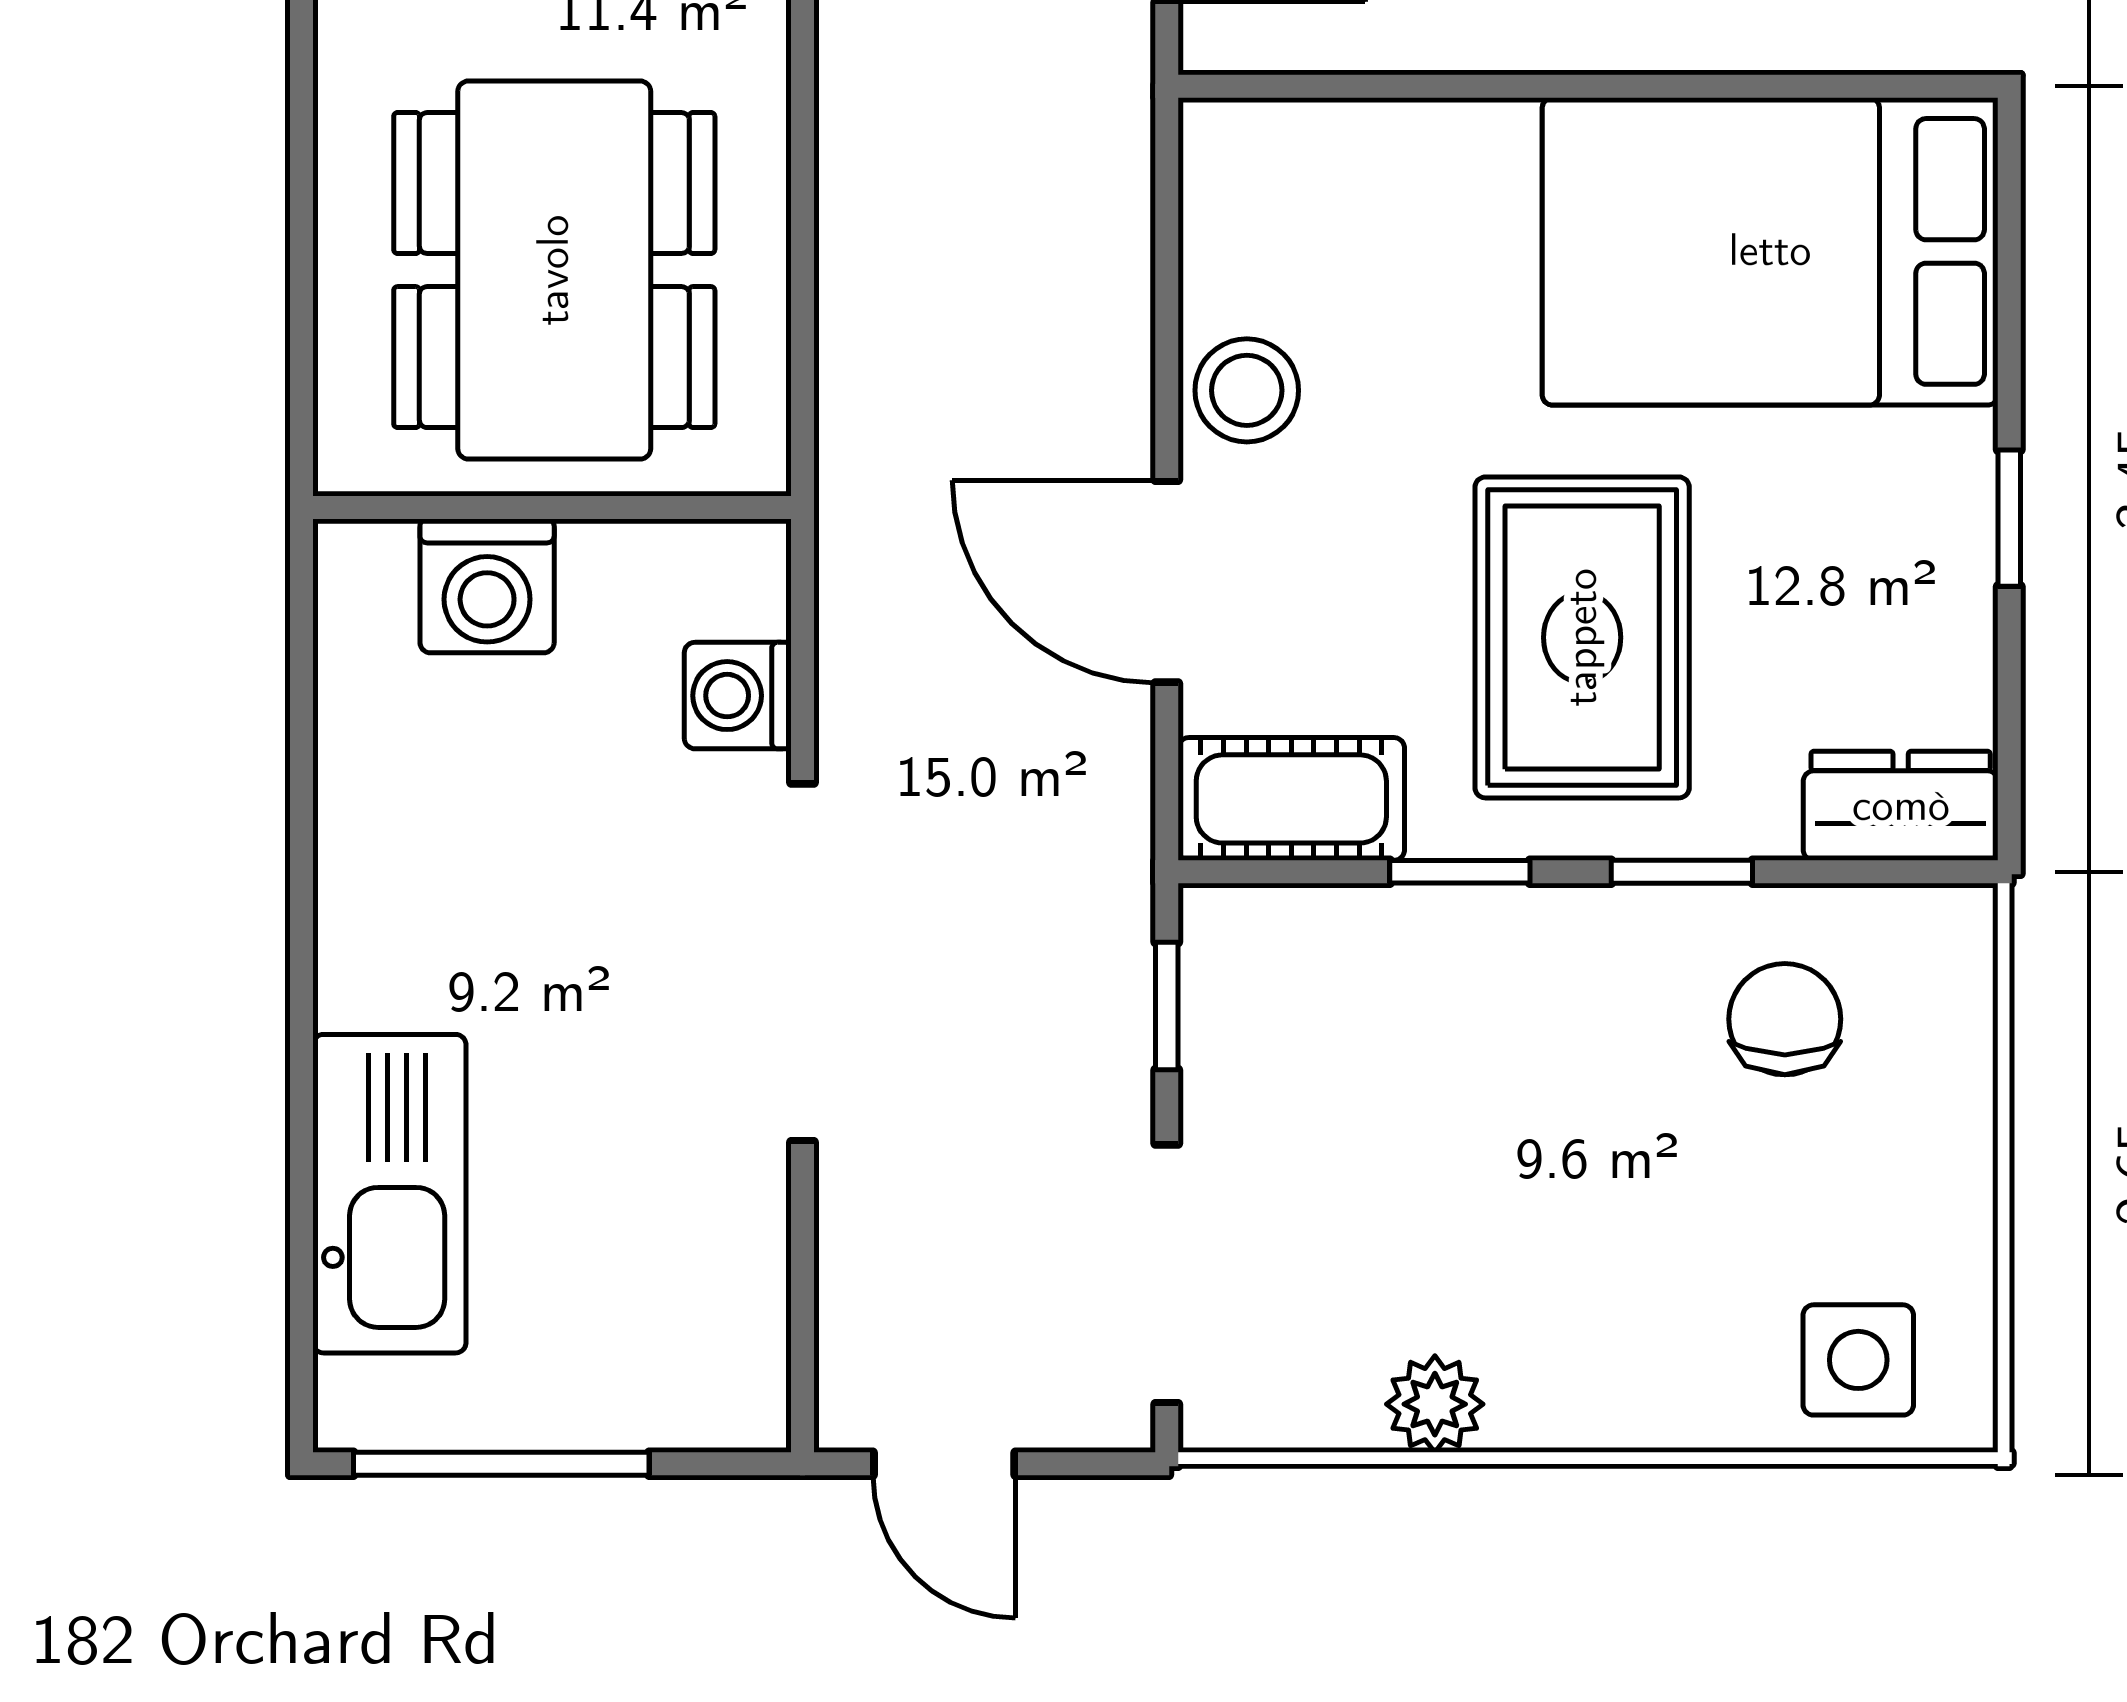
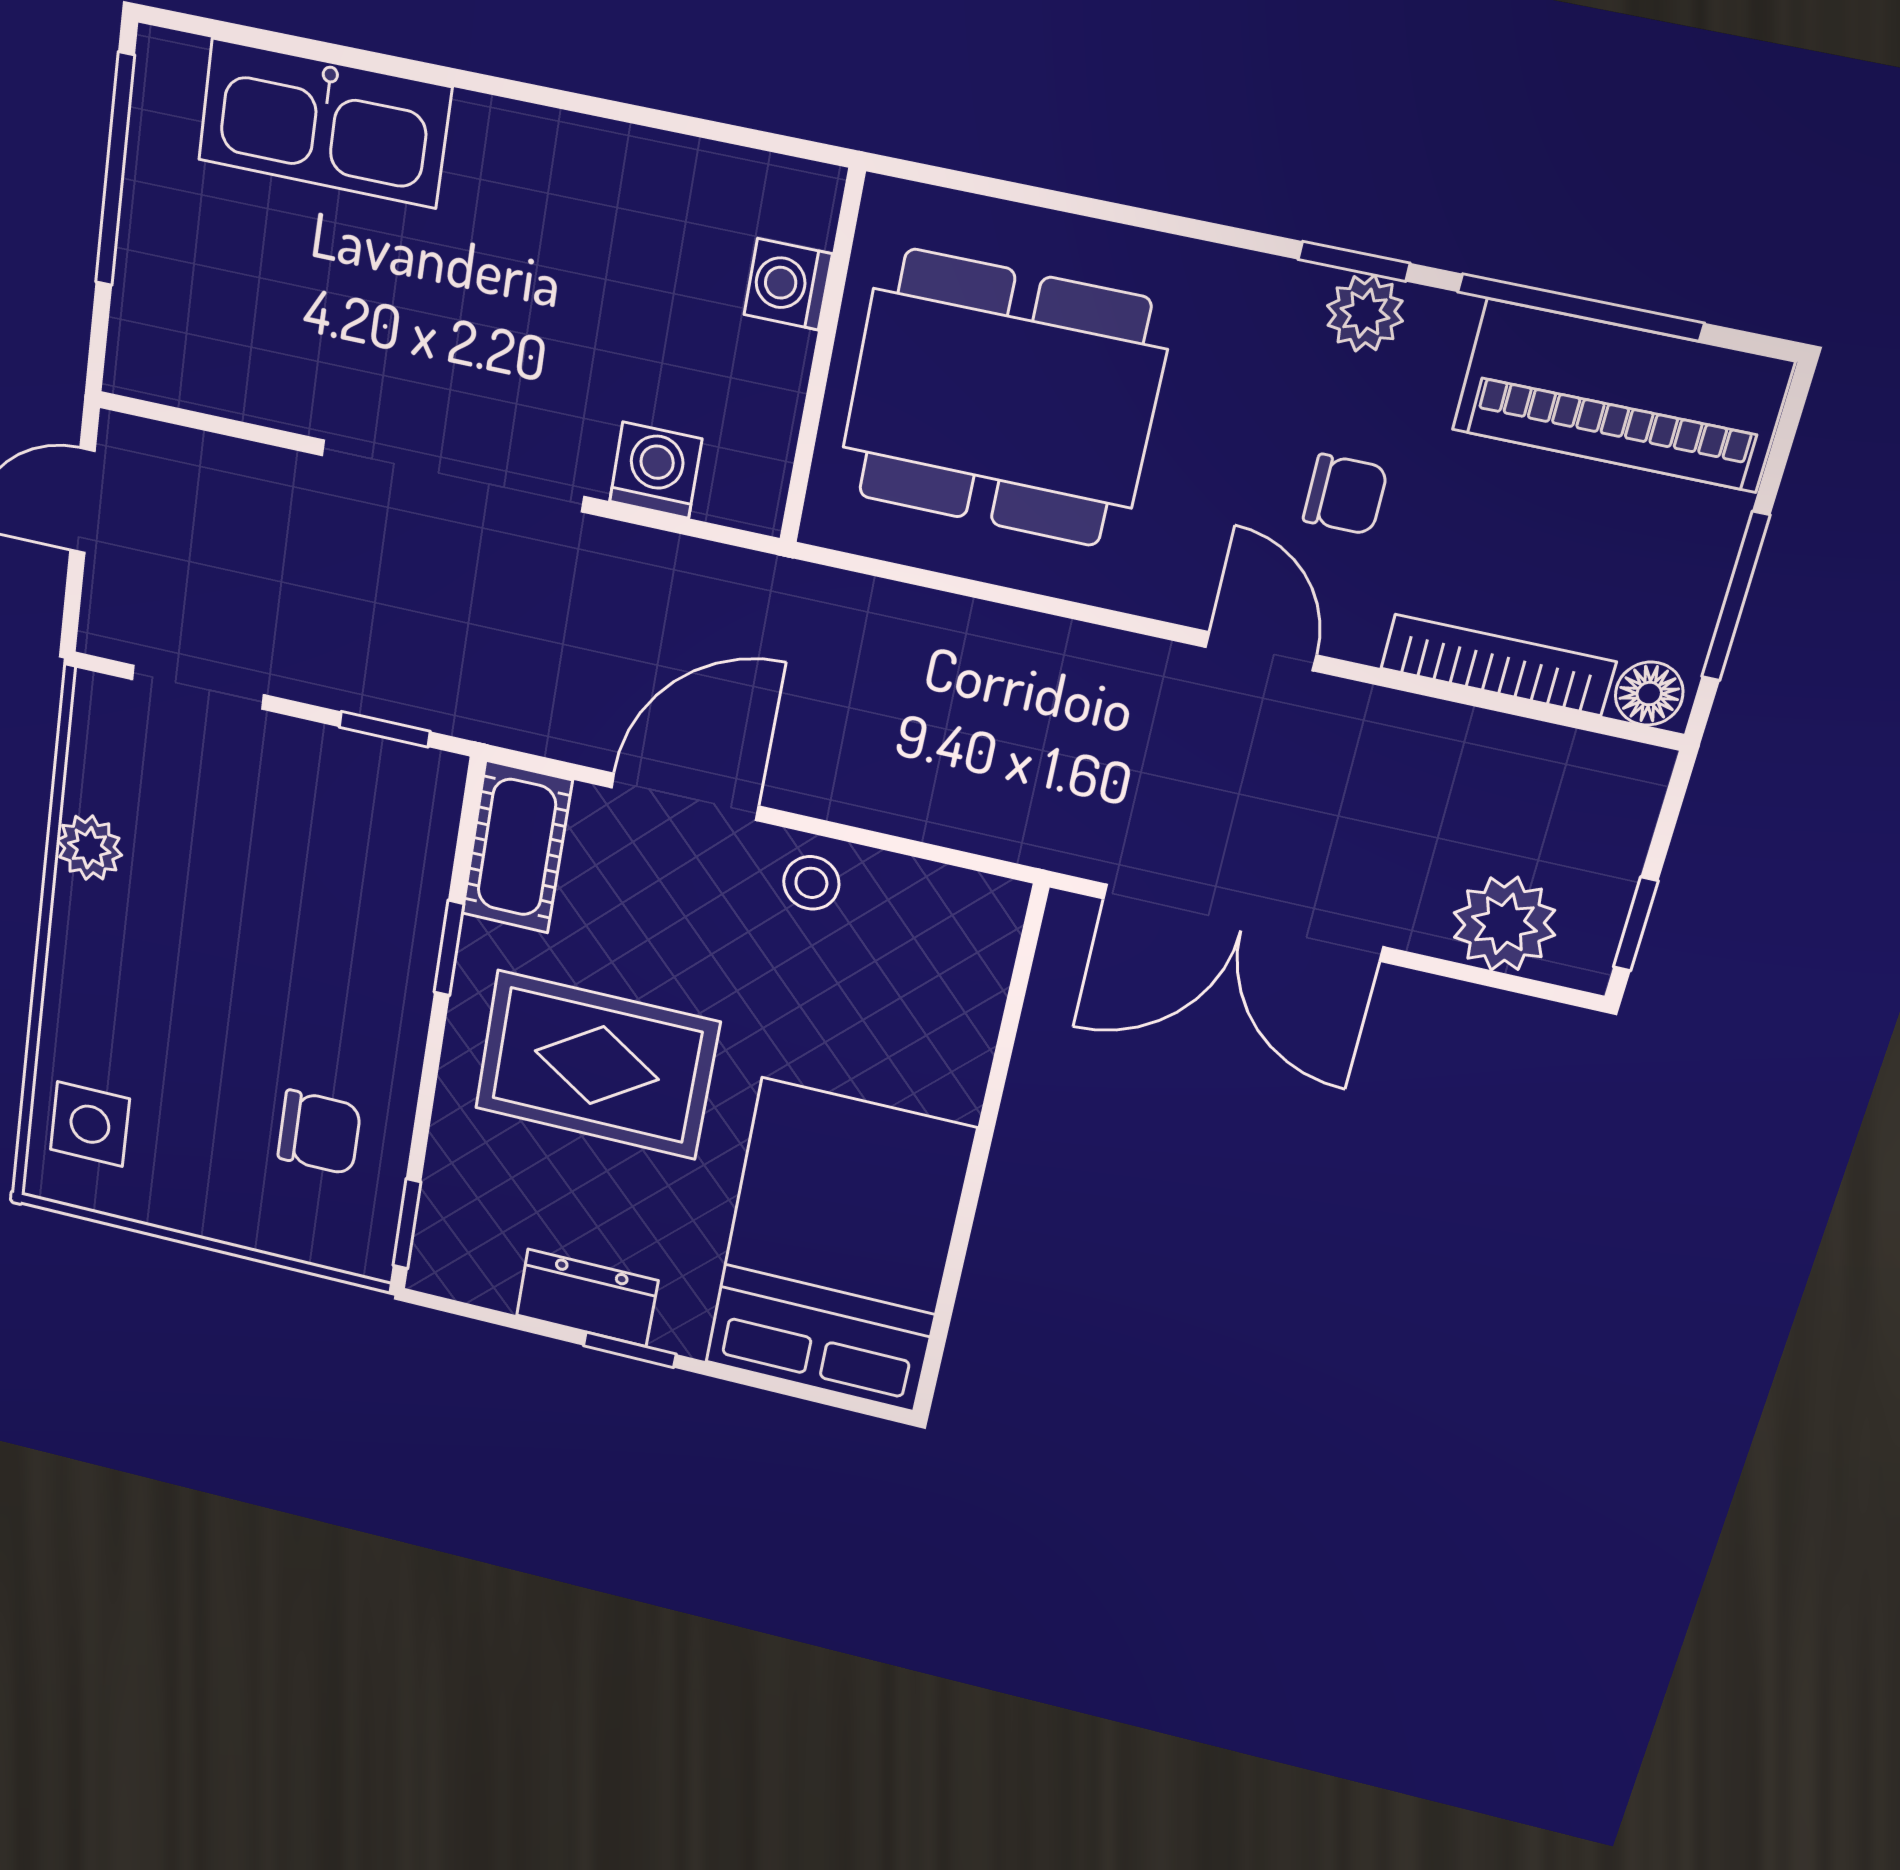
stool: (1247, 390) -> (811, 883), width x0.73, depth x0.73
washing machine: (487, 586) -> (788, 284), width x0.73, depth x0.73
dresser: (1901, 806) -> (587, 1298), moved, turned -90
window: (1682, 872) -> (407, 1224), moved
doorway: (1167, 1274) -> (198, 687), width x0.73

